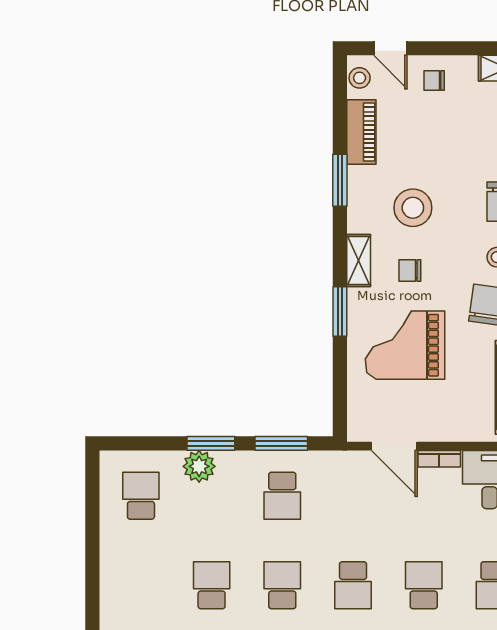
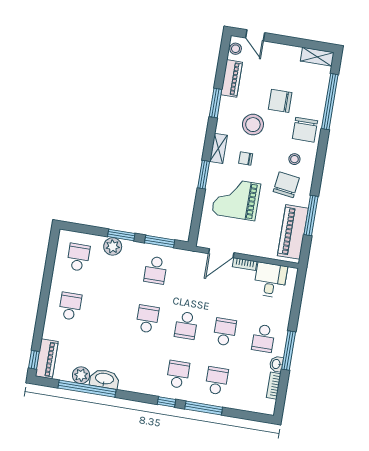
chair: (434, 81) -> (280, 101), moved, width x1.87, depth x1.87
door: (394, 446) -> (221, 253), hinge flipped
school desk: (212, 585) -> (70, 306), moved

